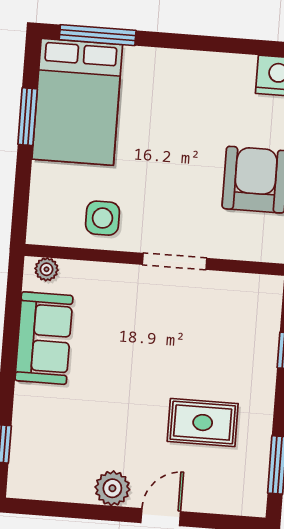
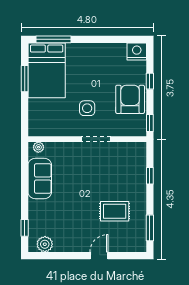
side table: (103, 218) -> (87, 108), moved
plant: (112, 488) -> (45, 244), moved

